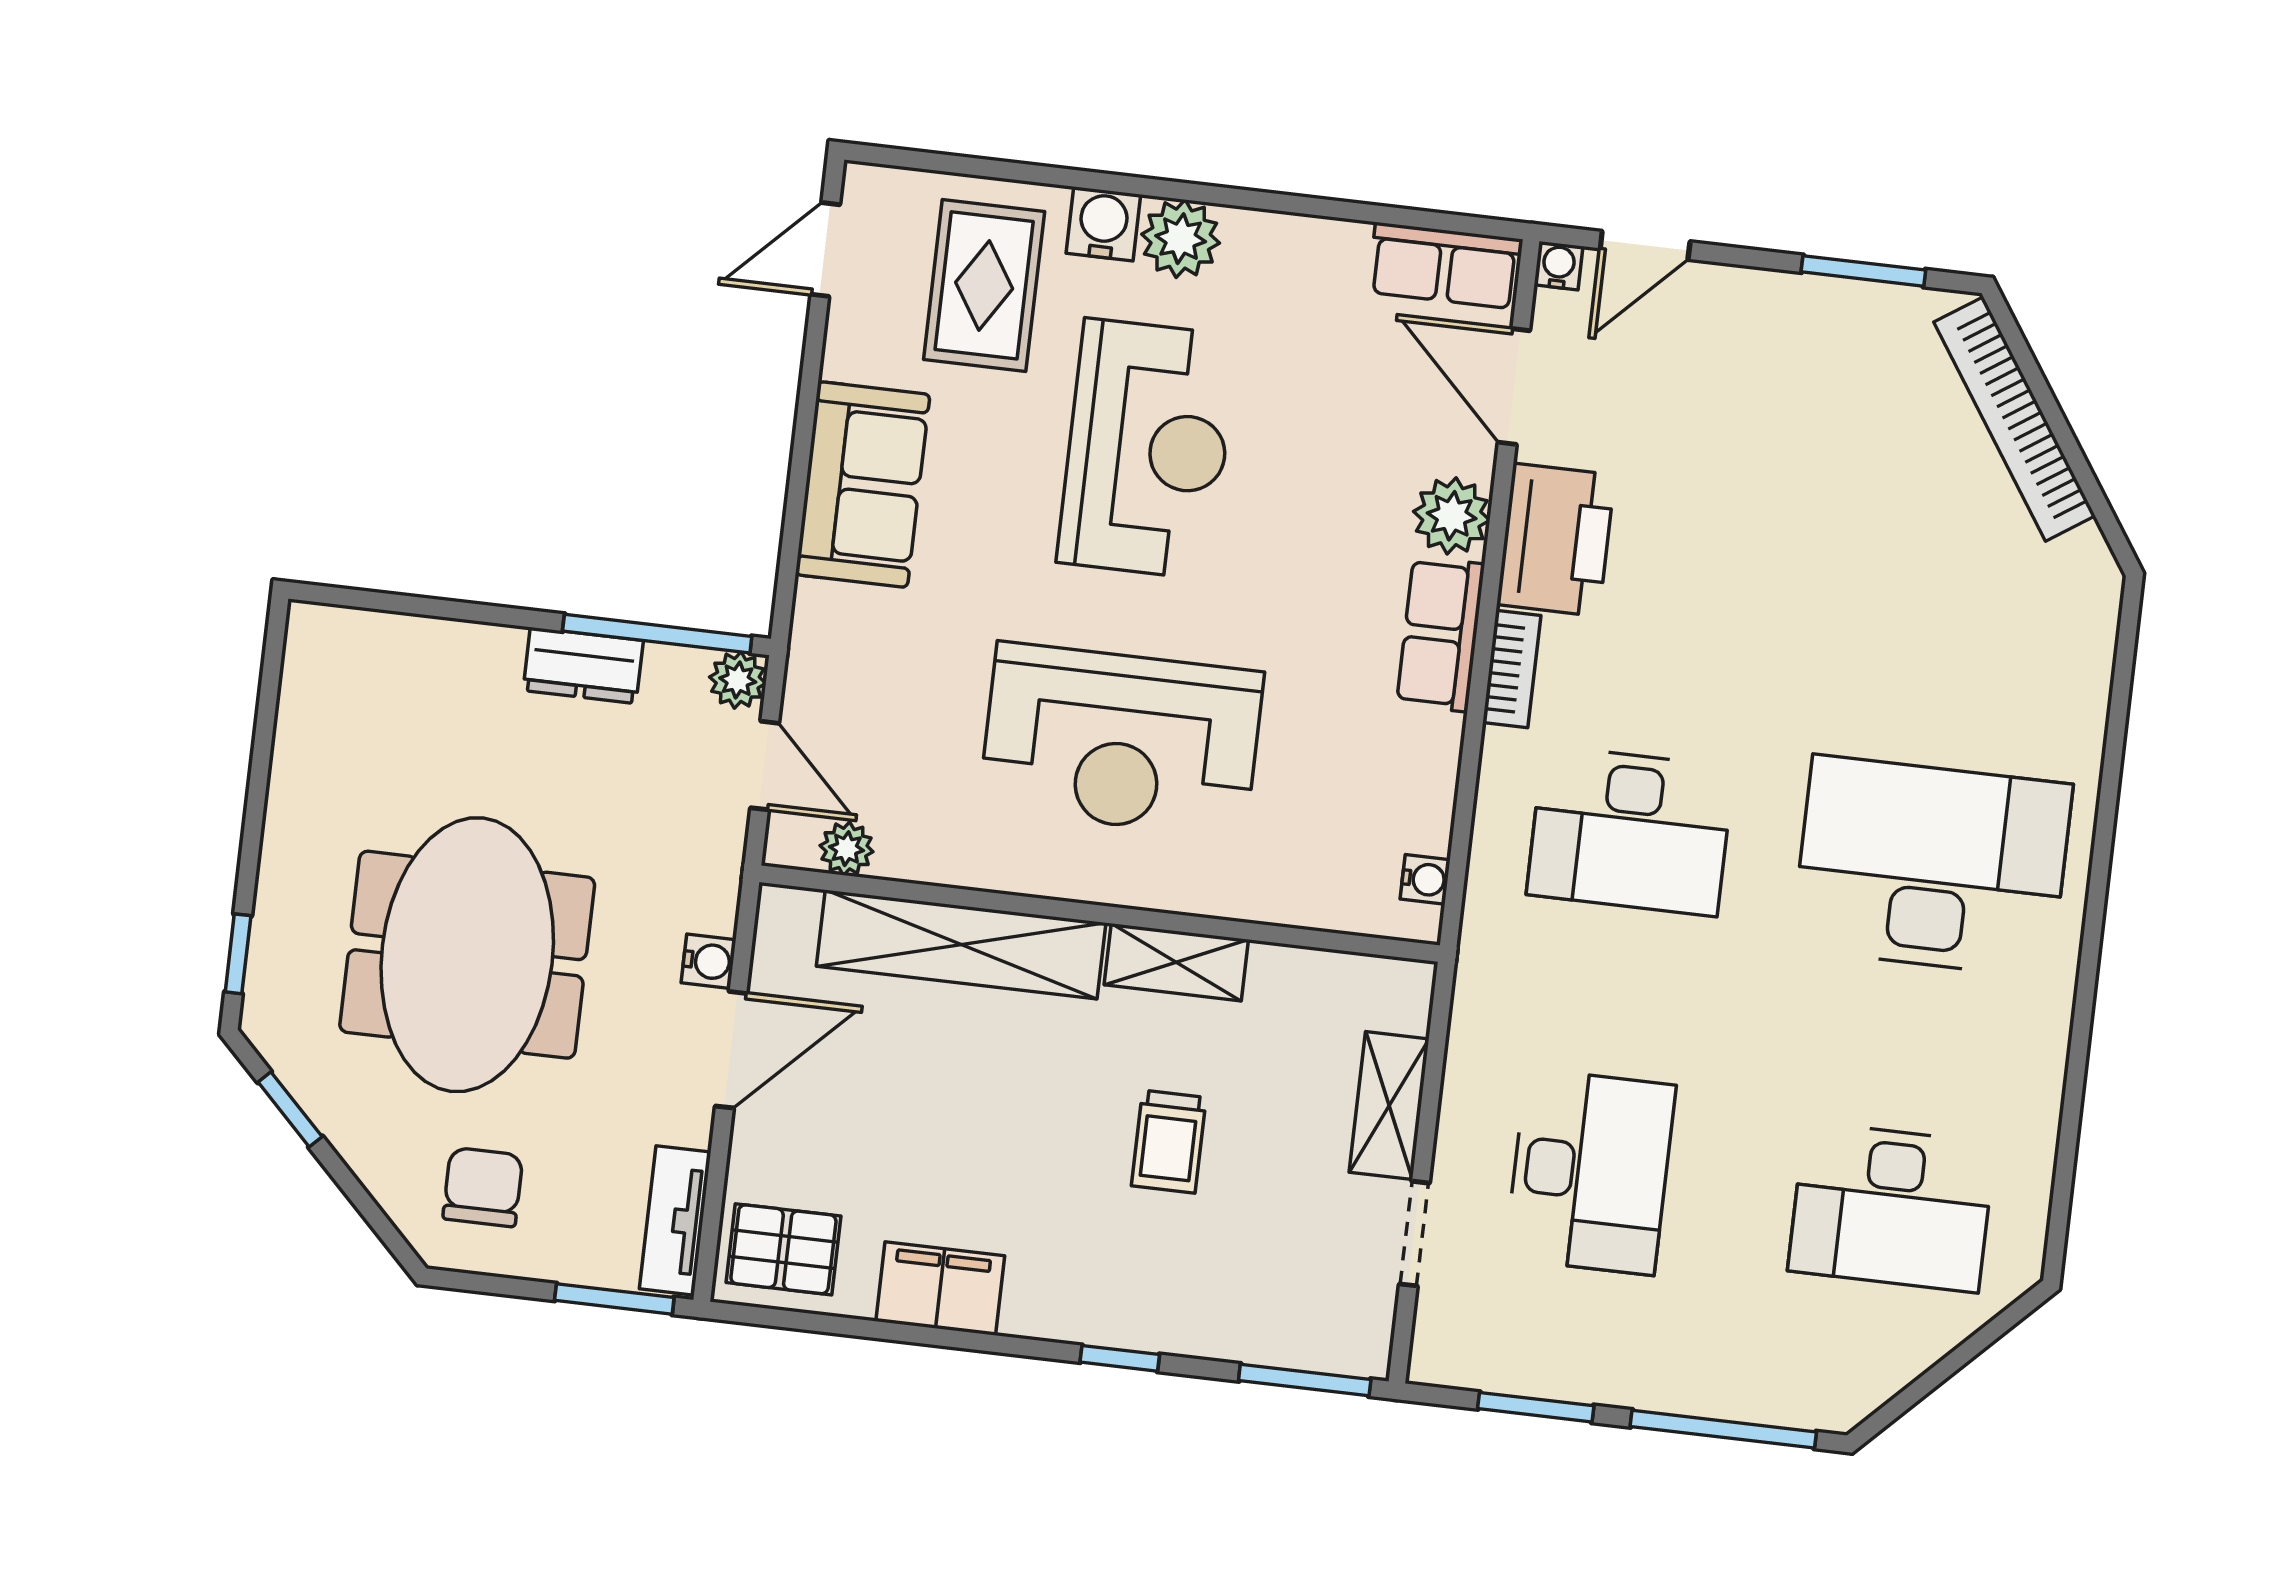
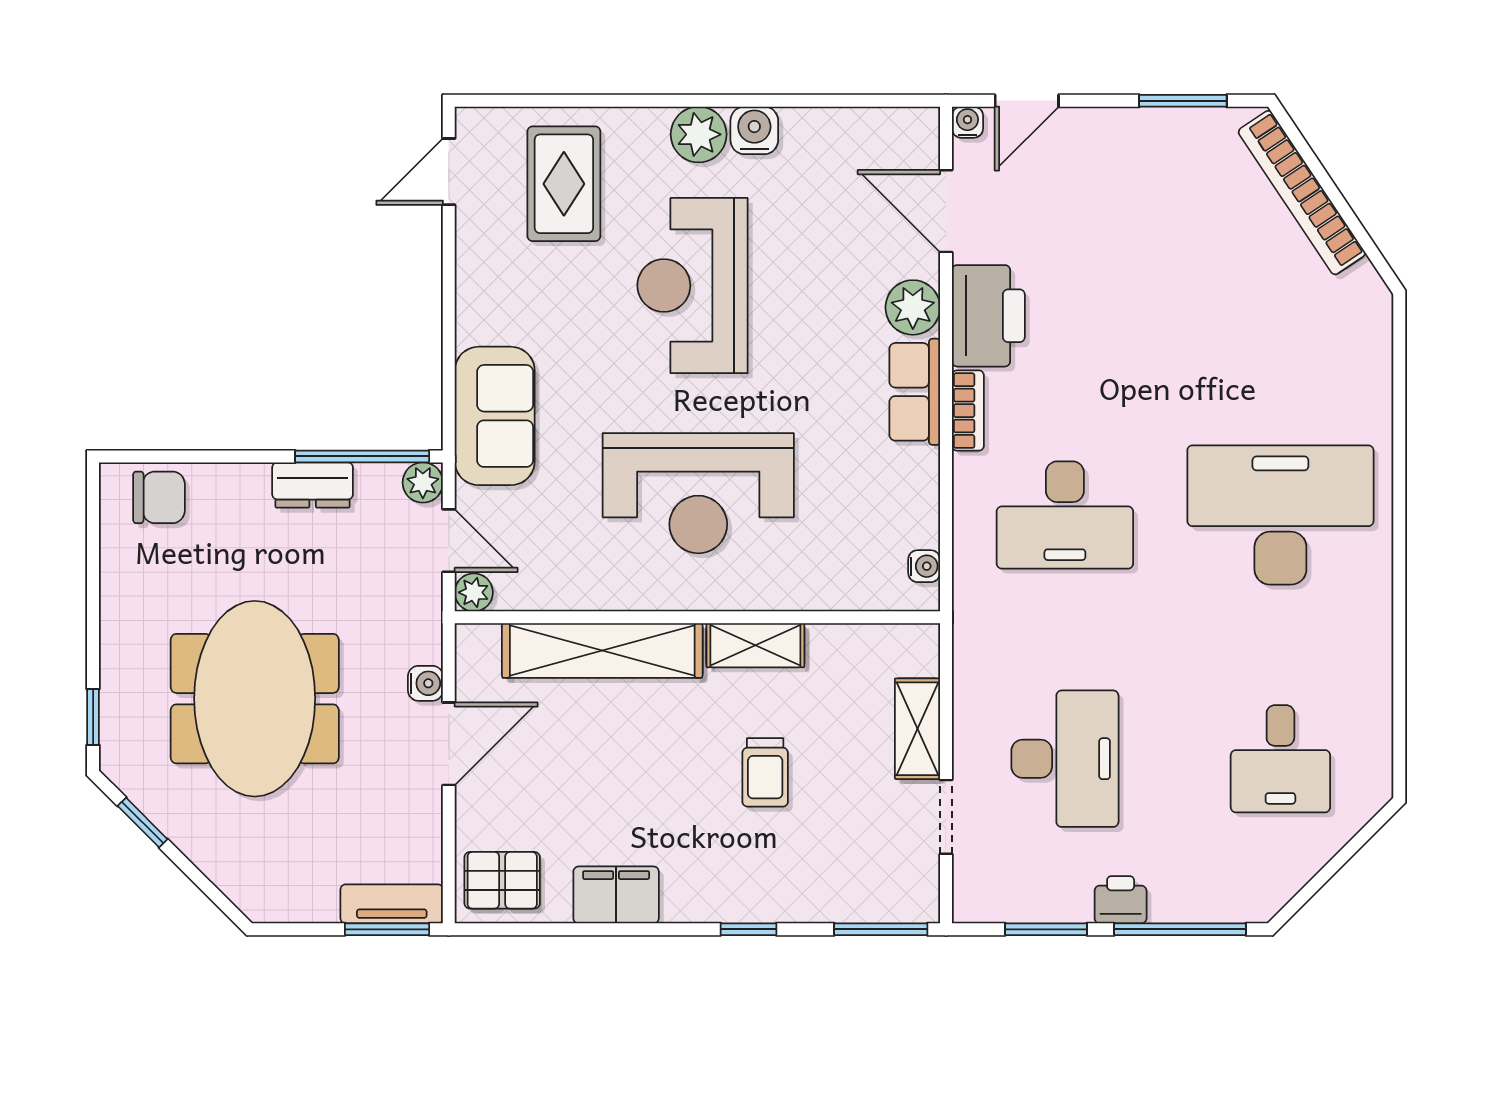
water cooler: (1103, 224) -> (754, 130), moved
row of seats: (1445, 266) -> (887, 132), removed
reception desk: (1147, 449) -> (693, 286), turned 180
sofa: (863, 484) -> (495, 416), moved
plant: (847, 849) -> (474, 592), moved
chair: (483, 1187) -> (159, 497), moved, turned 90
desk: (1892, 1207) -> (1280, 759), width x0.73
tv unit: (675, 1220) -> (392, 904), moved, turned 90
printer: (1645, 1378) -> (1121, 900), added

